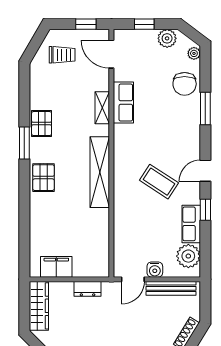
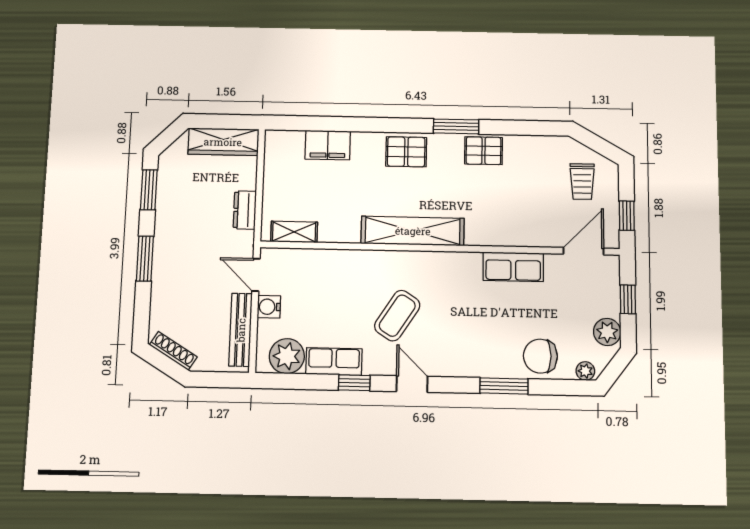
shelving: (102, 108) -> (294, 232), moved
filing cabinet: (56, 267) -> (328, 145), moved, turned 90

